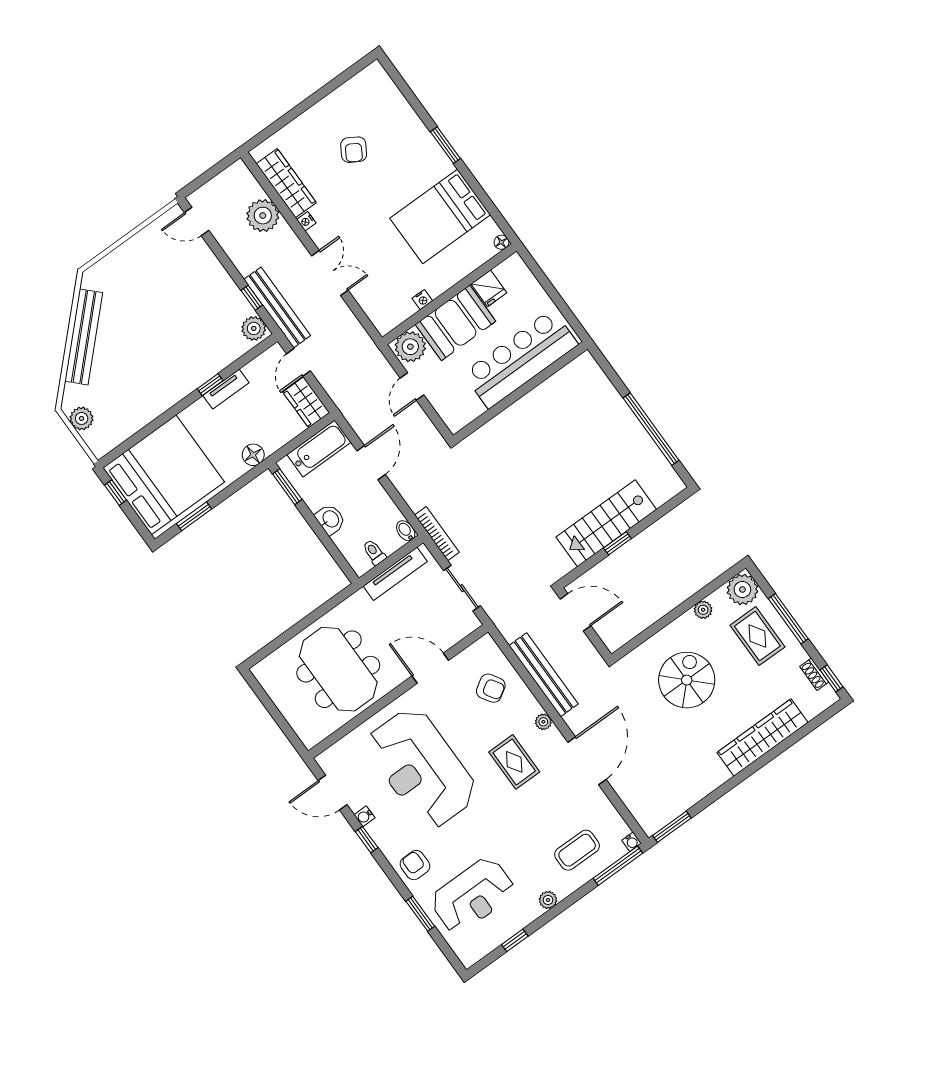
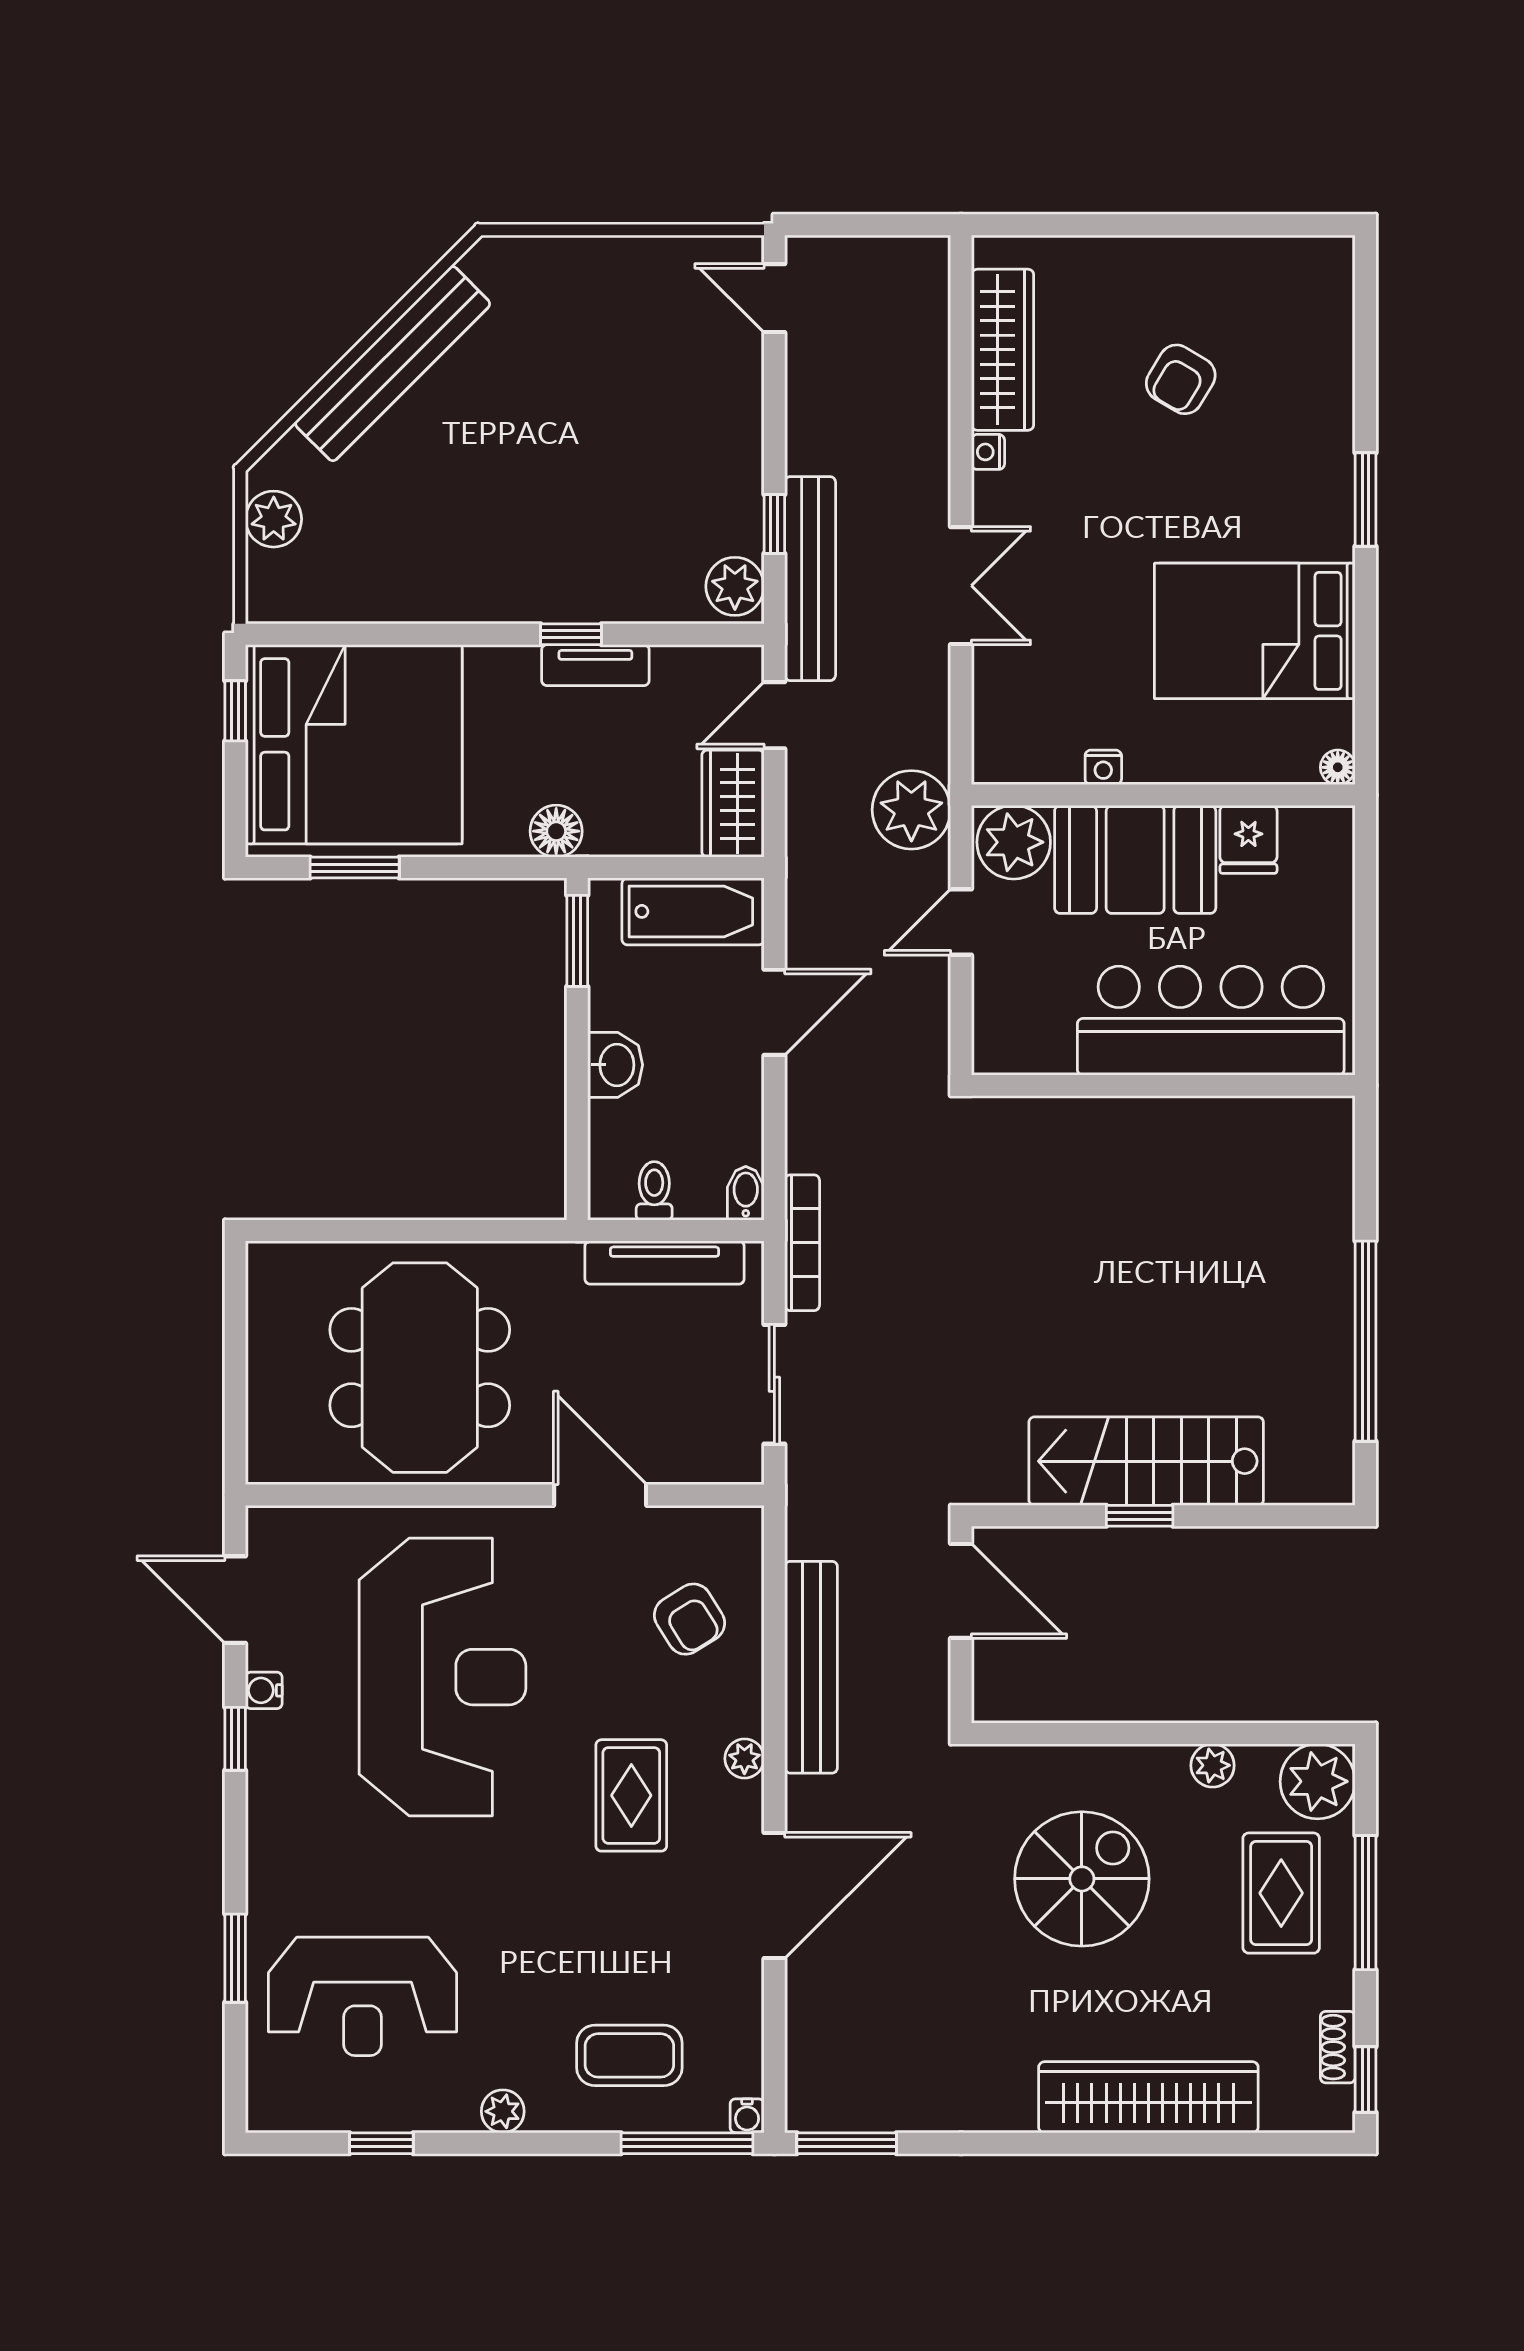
plant: (263, 216) -> (911, 810), moved
reception desk: (422, 768) -> (442, 1677), turned 180
armchair: (415, 865) -> (293, 1856), removed

